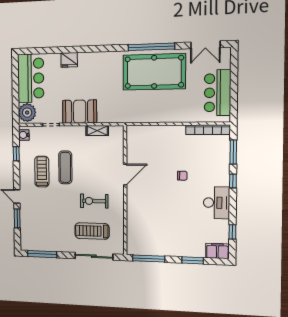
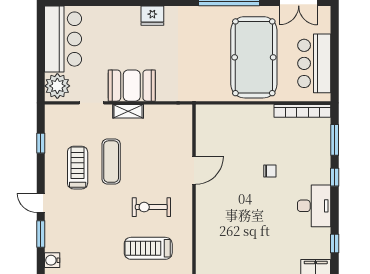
fridge: (69, 60) -> (152, 16), moved
pool table: (154, 72) -> (254, 57), moved, turned 90
shelving: (97, 131) -> (128, 111), moved
water cooler: (24, 135) -> (52, 260), moved

